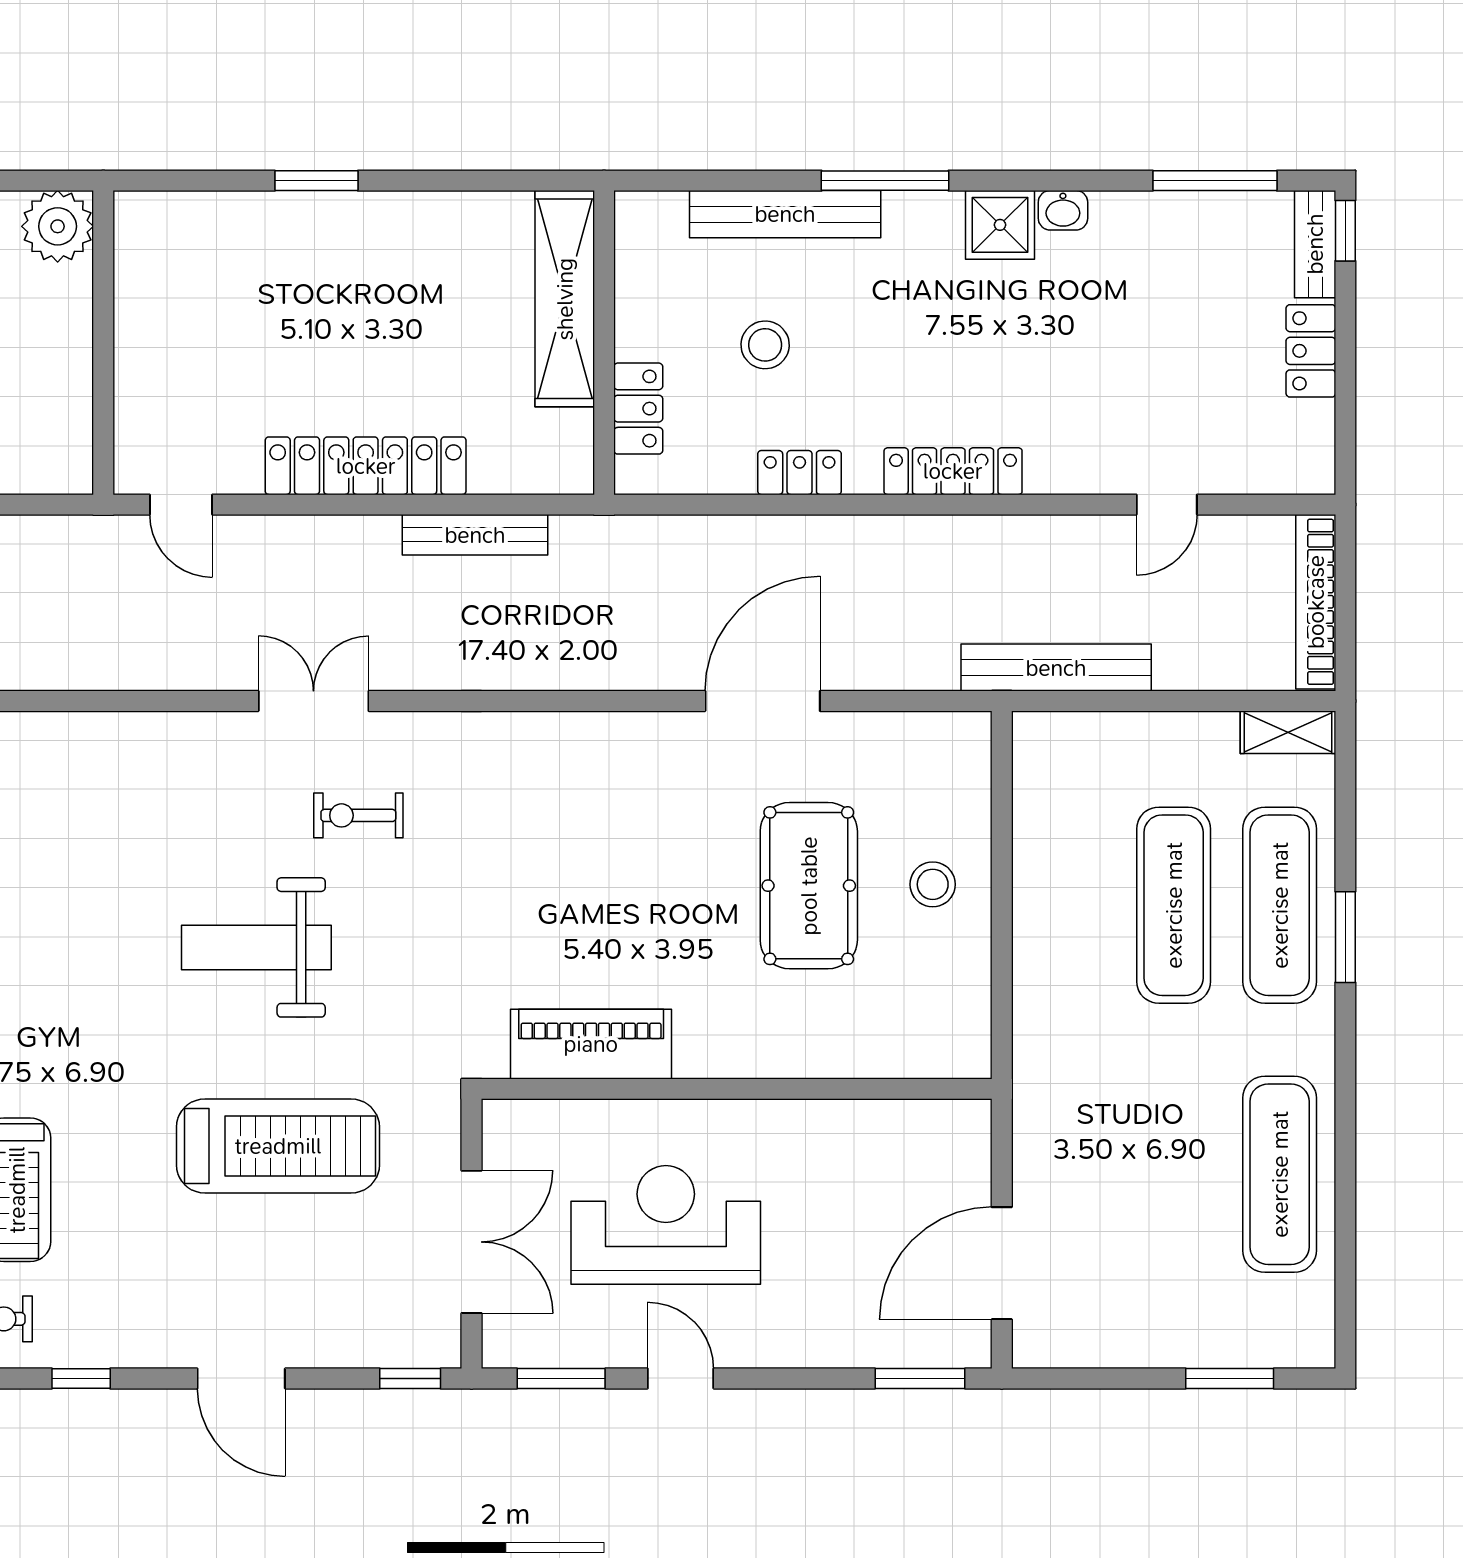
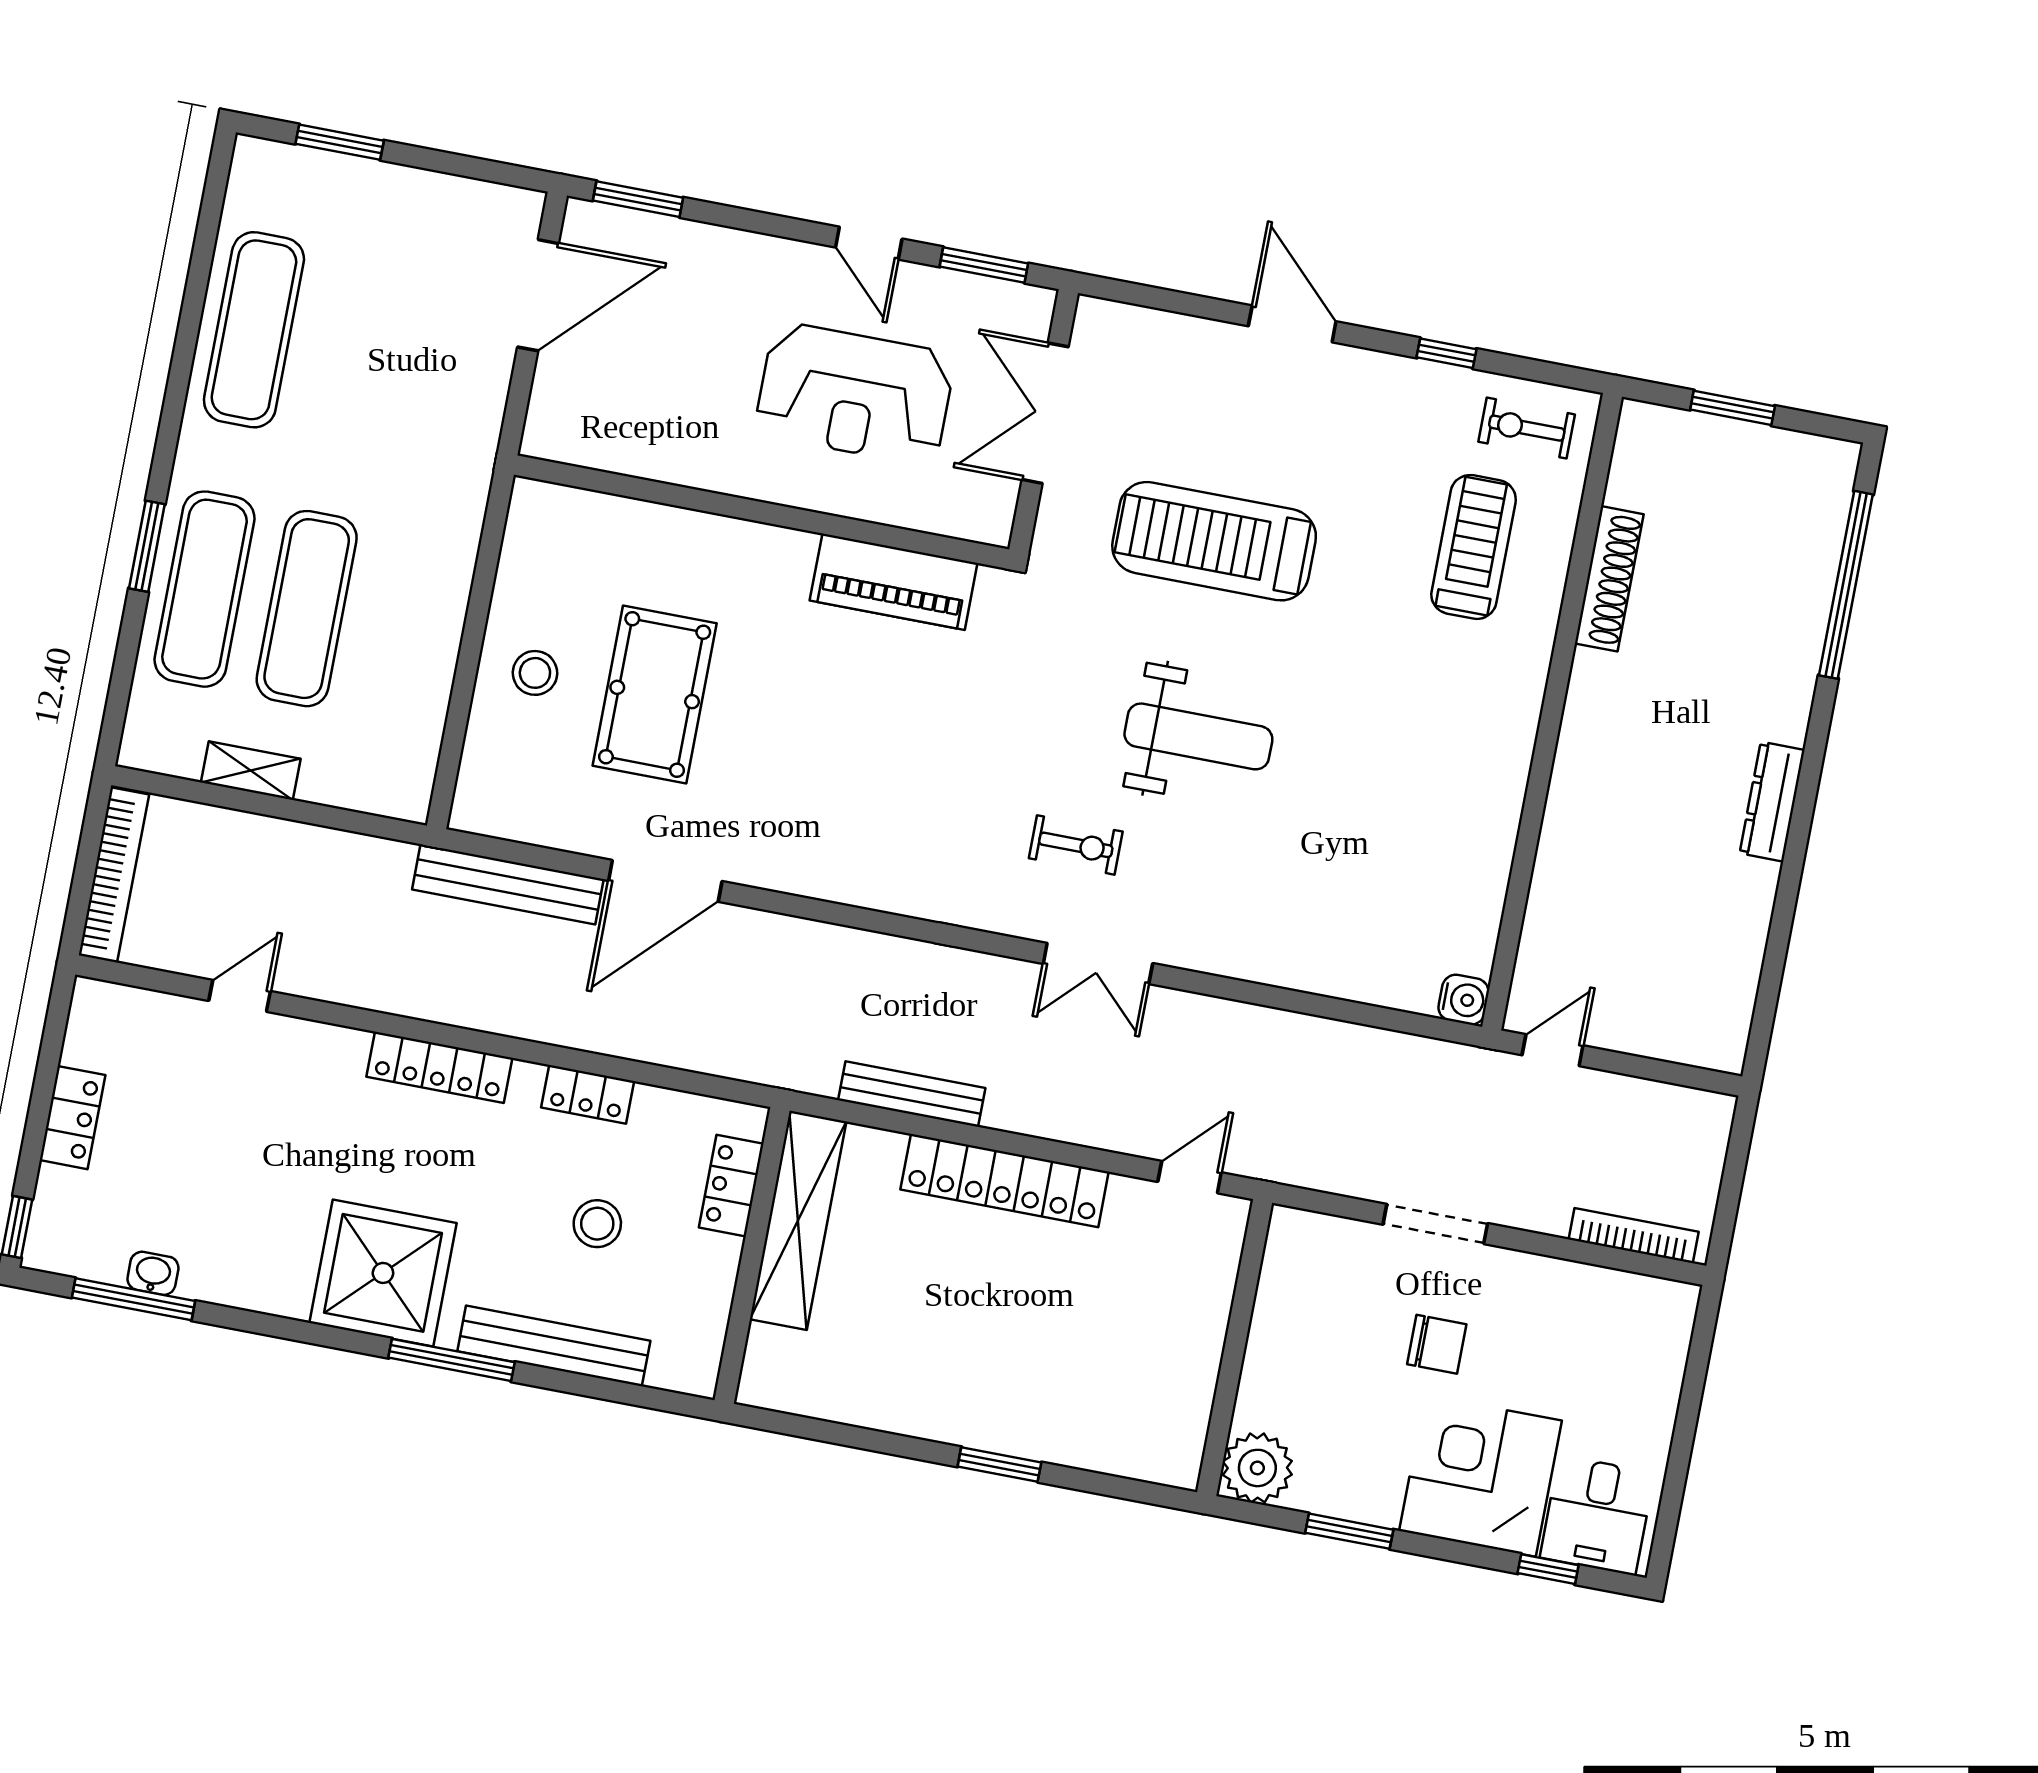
washbasin: (1063, 210) -> (153, 1273), moved
shower: (1000, 225) -> (383, 1273), width x1.86, depth x1.86
bench: (1315, 244) -> (49, 1220), removed
shelving: (565, 299) -> (798, 1220), moved
door: (181, 505) -> (1190, 1177), hinge flipped
bench: (1056, 668) -> (508, 884), moved
shelving: (1288, 732) -> (251, 771), moved
window: (410, 1378) -> (1129, 293), removed

